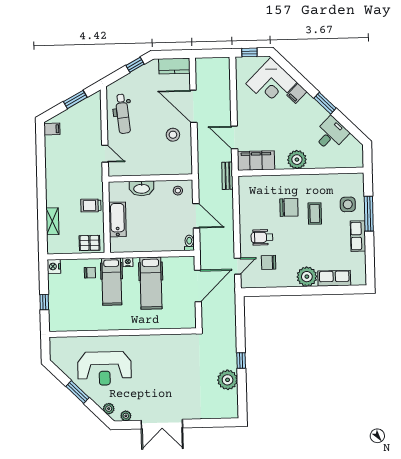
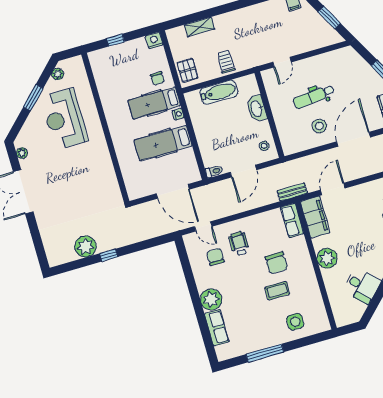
dental chair: (123, 114) -> (314, 97), moved
window: (369, 214) -> (265, 353), moved
row of seats: (358, 236) -> (292, 220), moved, turned -90
plant: (109, 409) -> (58, 74), moved

